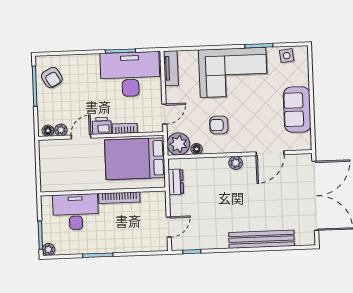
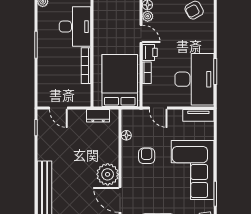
plant: (178, 144) -> (131, 119), removed
plant: (236, 163) -> (108, 174), width x1.87, depth x1.87

